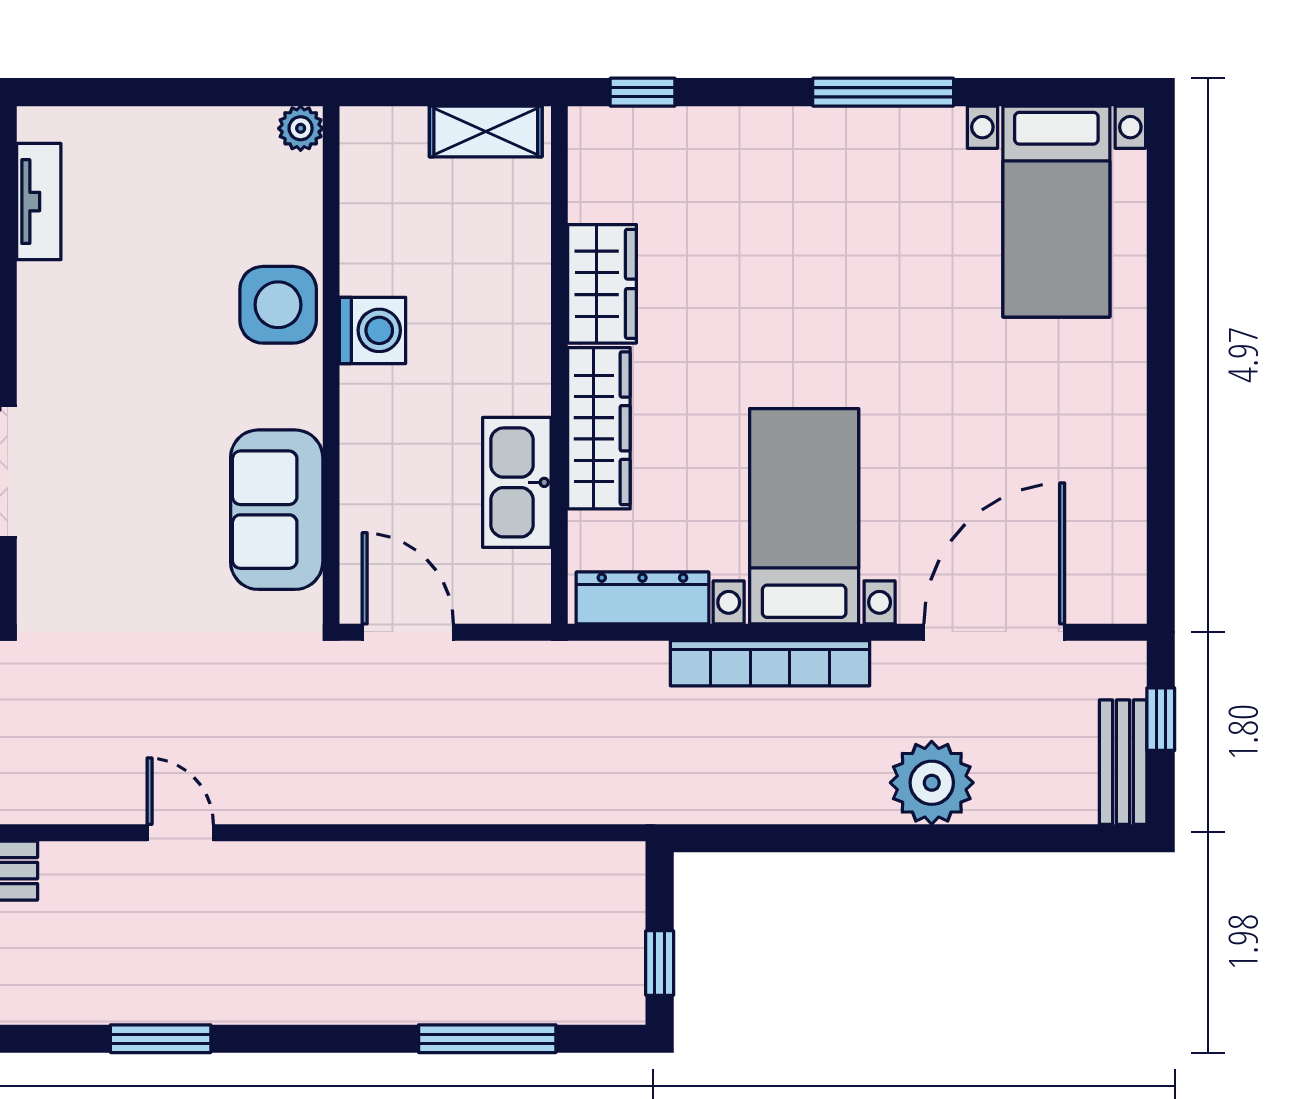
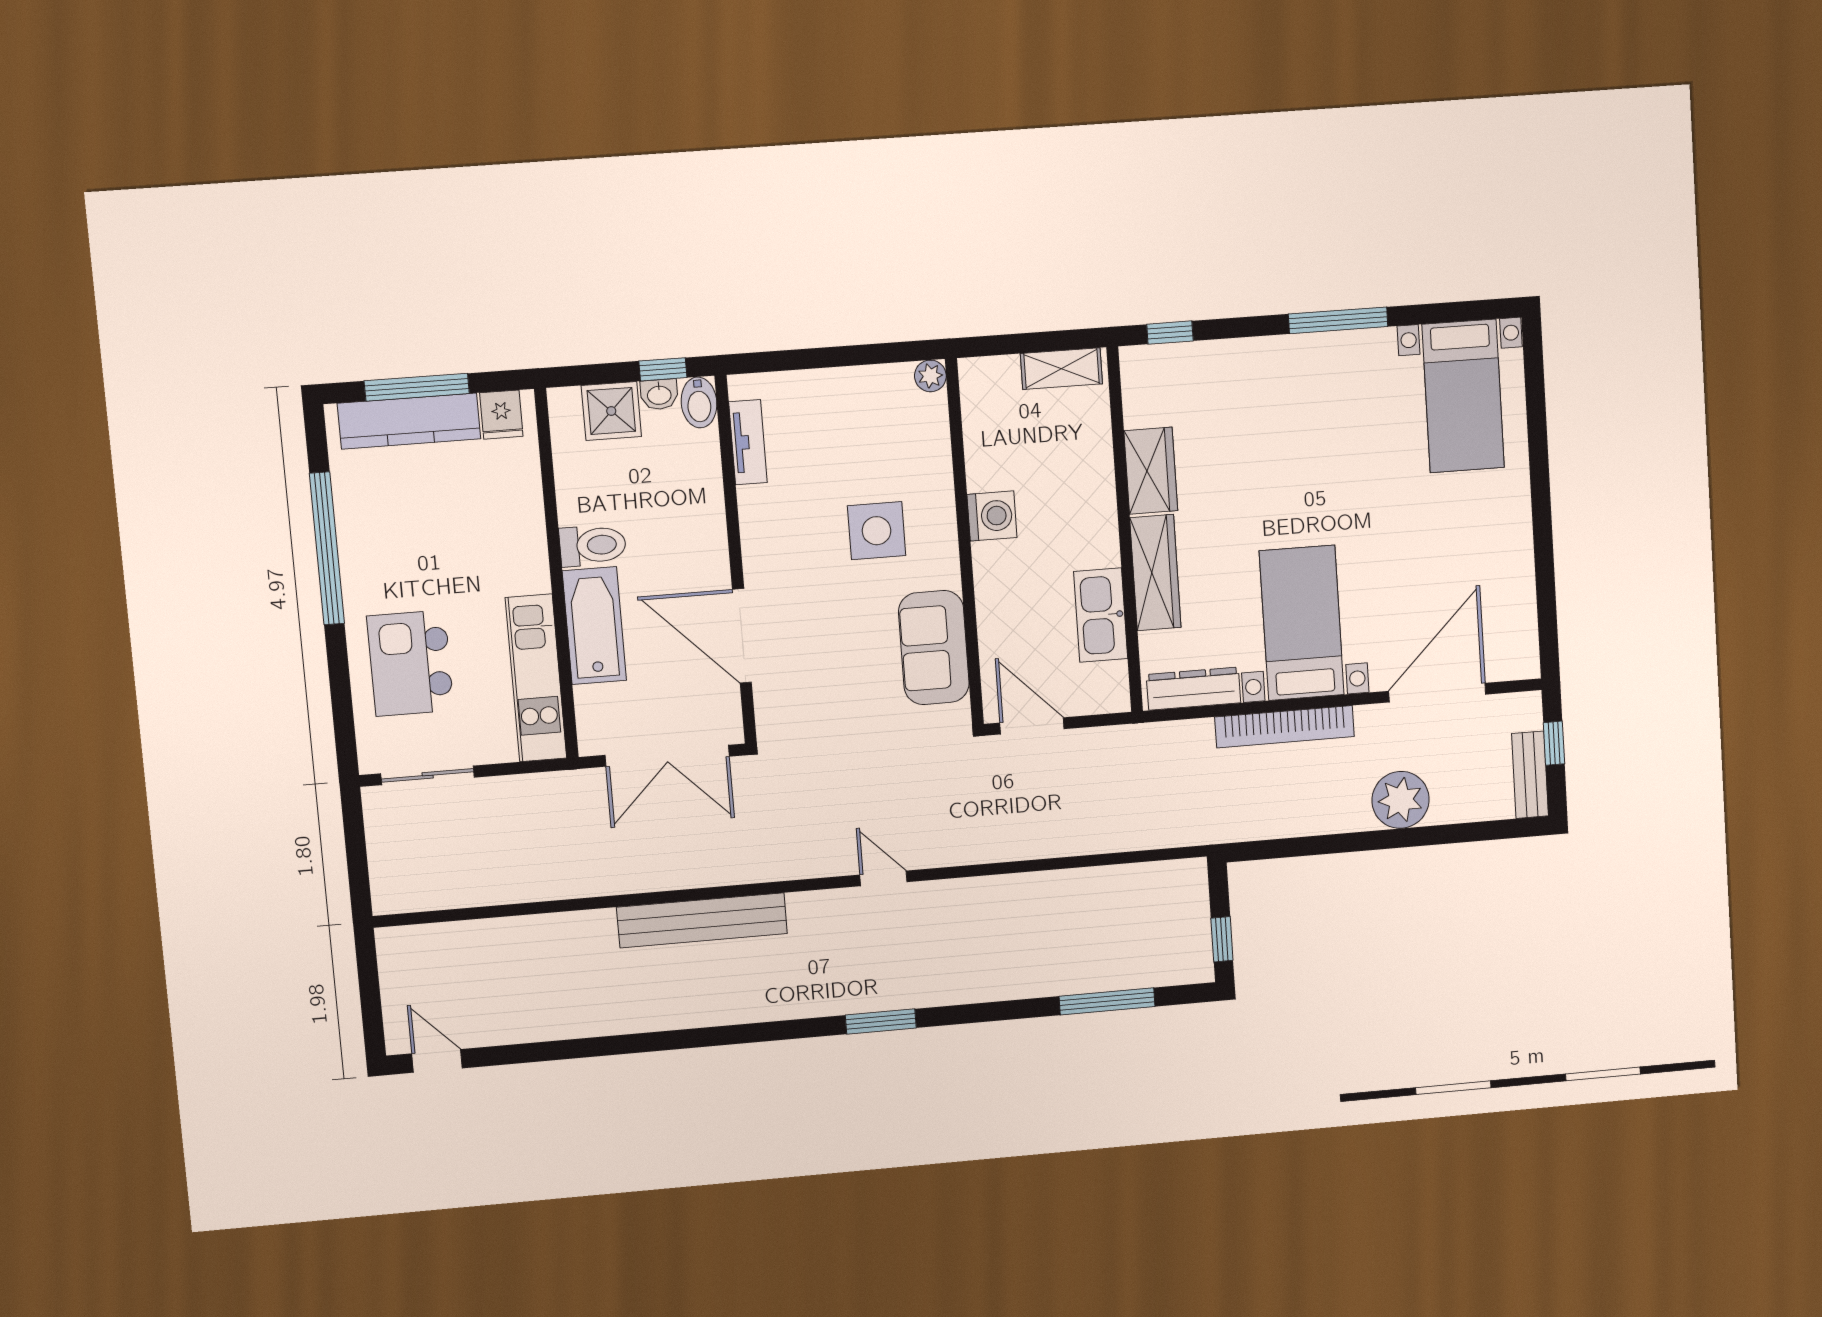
side table: (278, 305) -> (877, 531), moved

